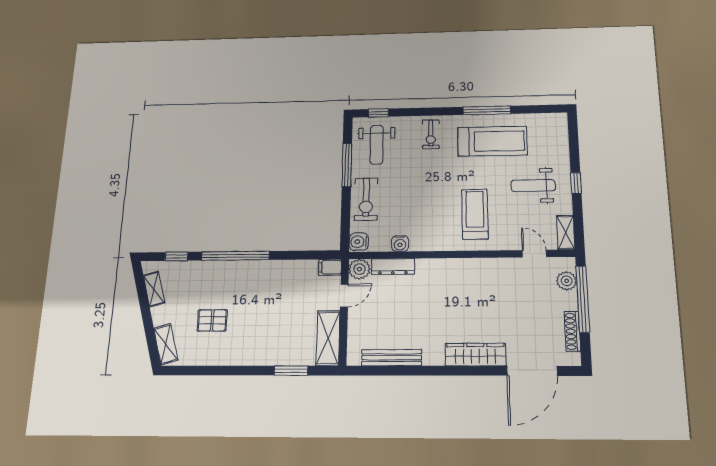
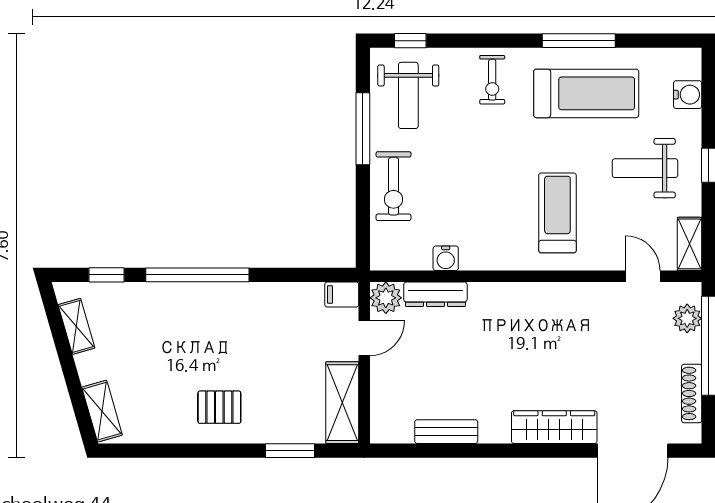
water cooler: (359, 242) -> (688, 95), moved, turned 180
pallet: (212, 320) -> (219, 407), moved
bench: (392, 358) -> (446, 432), width x0.73

